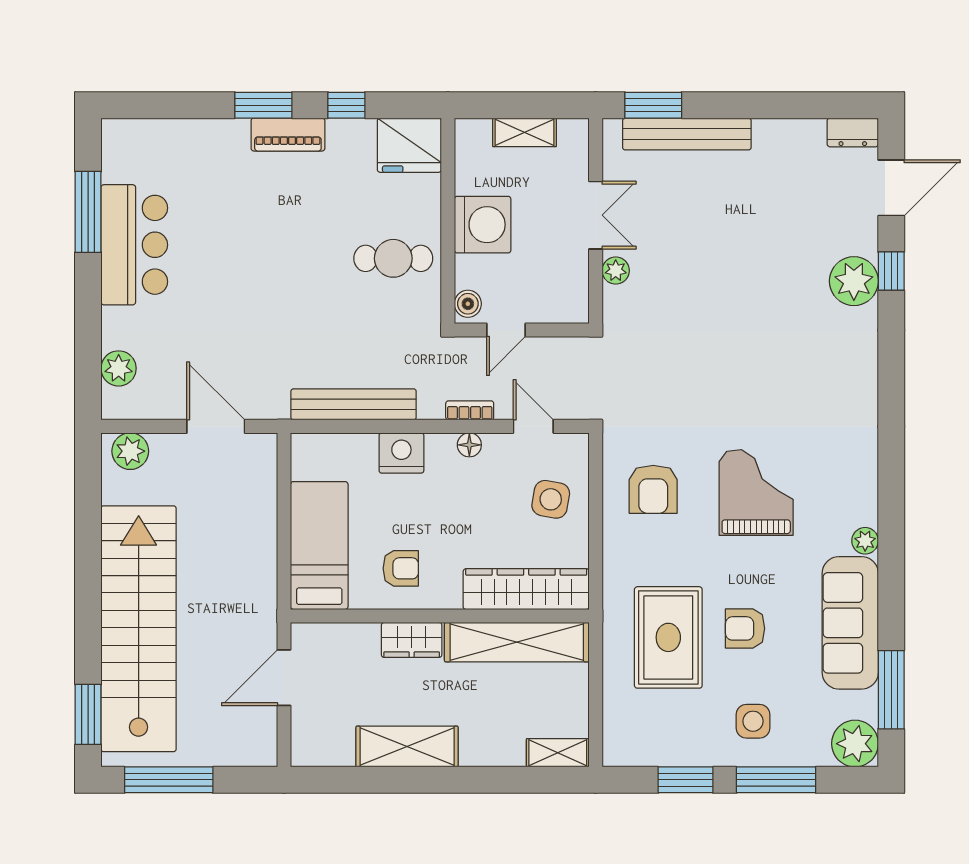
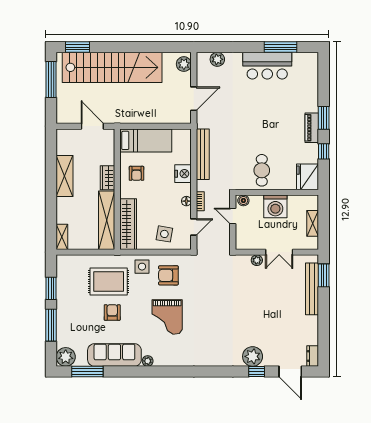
grand piano: (756, 492) -> (167, 317), turned 90
side table: (753, 721) -> (142, 267), moved

